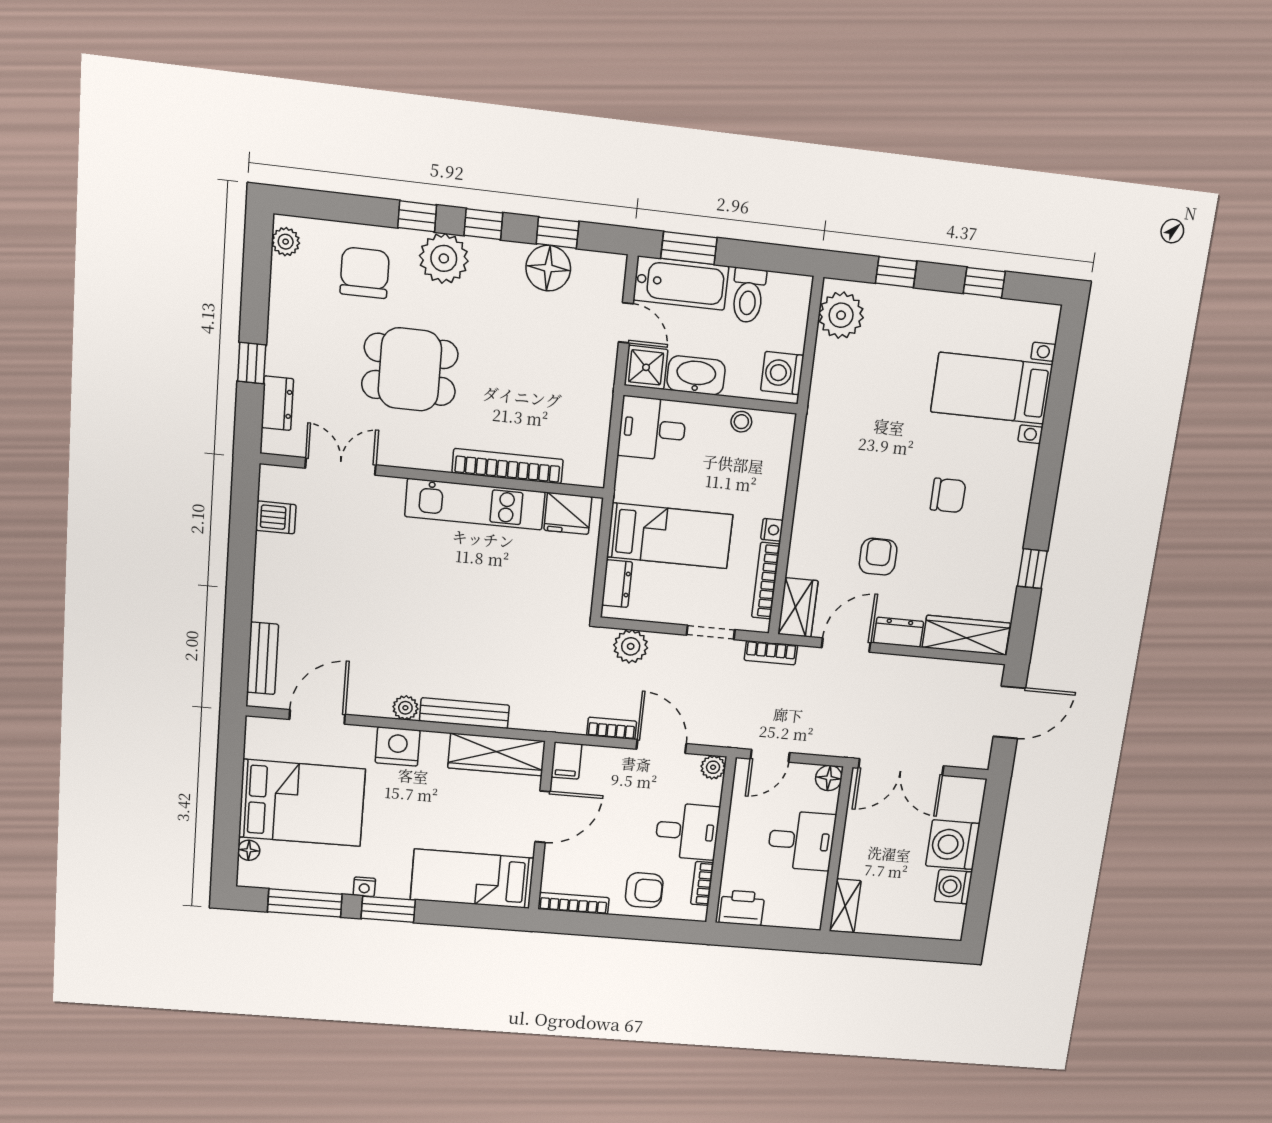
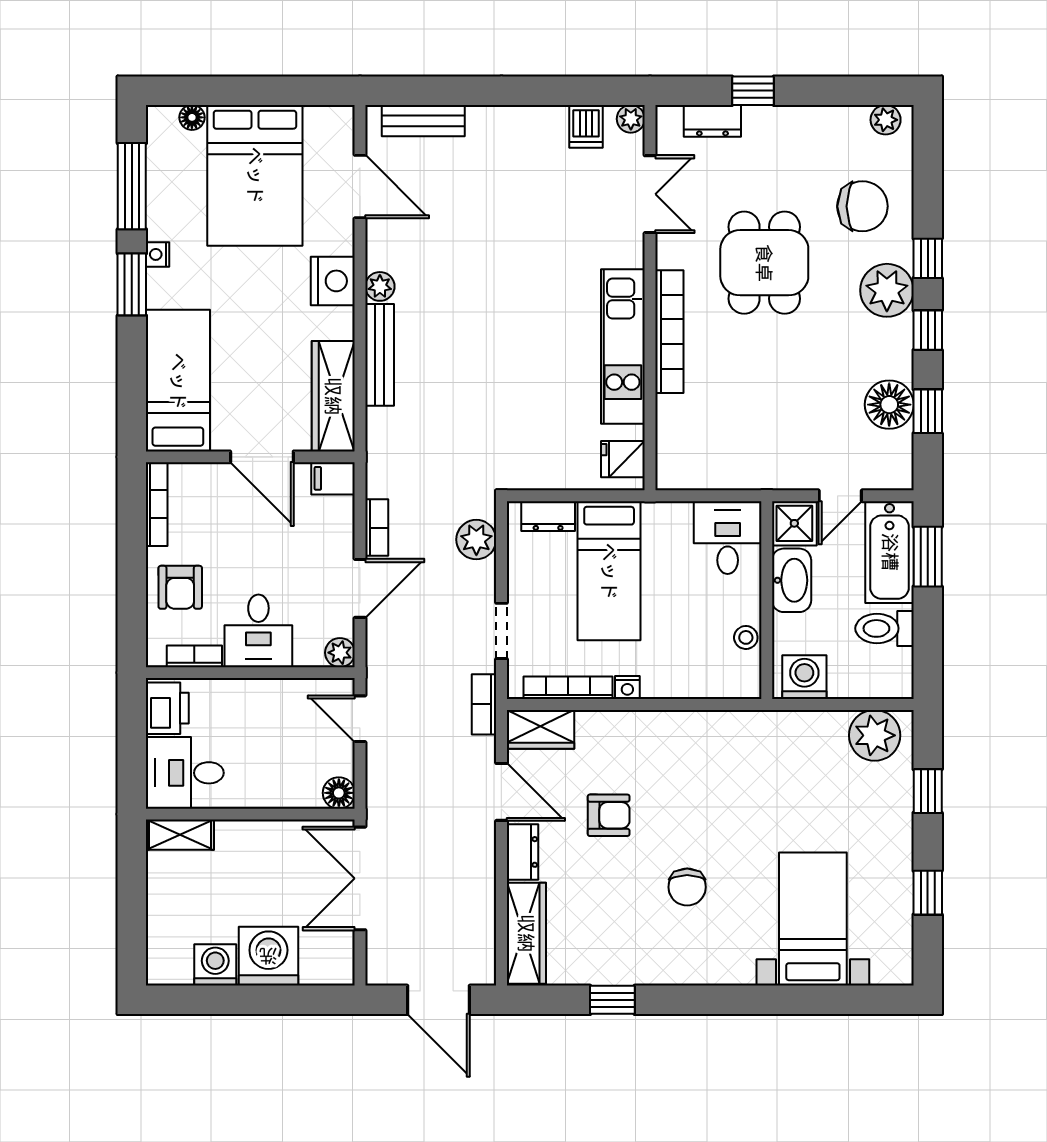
bookcase: (508, 466) -> (669, 332), moved
plant: (271, 477) -> (631, 119), added
fridge: (568, 513) -> (623, 459), width x0.72
desk: (801, 841) -> (185, 773), moved, turned 90

